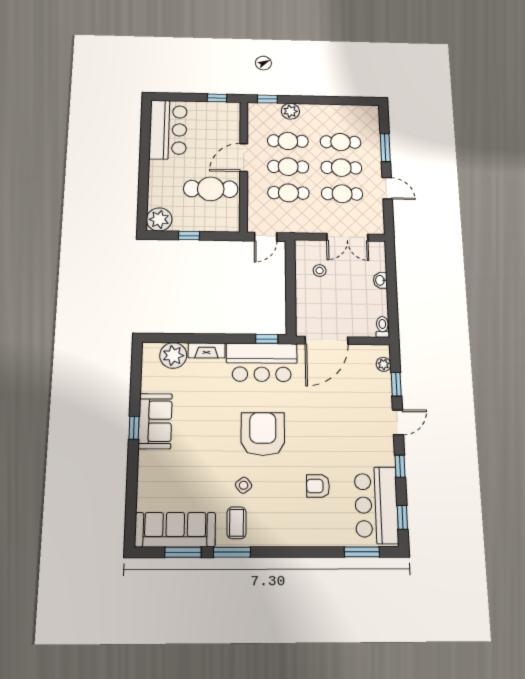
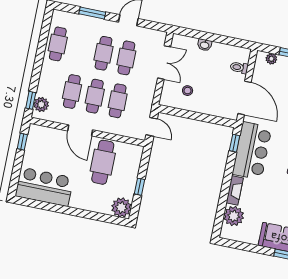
plant: (290, 111) -> (41, 104), moved
cafe table: (341, 142) -> (58, 44), moved
toilet: (382, 327) -> (239, 68), moved

